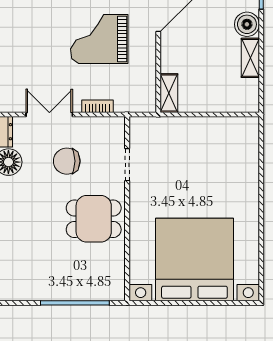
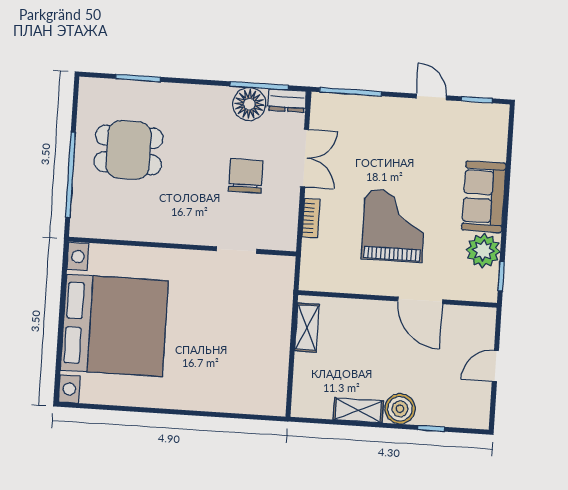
shelving: (169, 93) -> (307, 328), moved, turned 90
dining table: (94, 219) -> (129, 150), moved, turned 90

